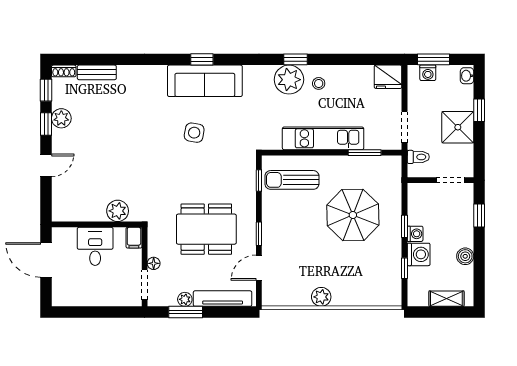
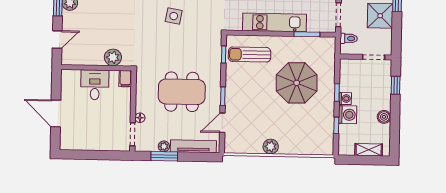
plant: (118, 211) -> (113, 57), moved
wall: (97, 224) -> (96, 68), moved
filing cabinet: (134, 238) -> (125, 79), moved
desk: (95, 246) -> (95, 85), moved

